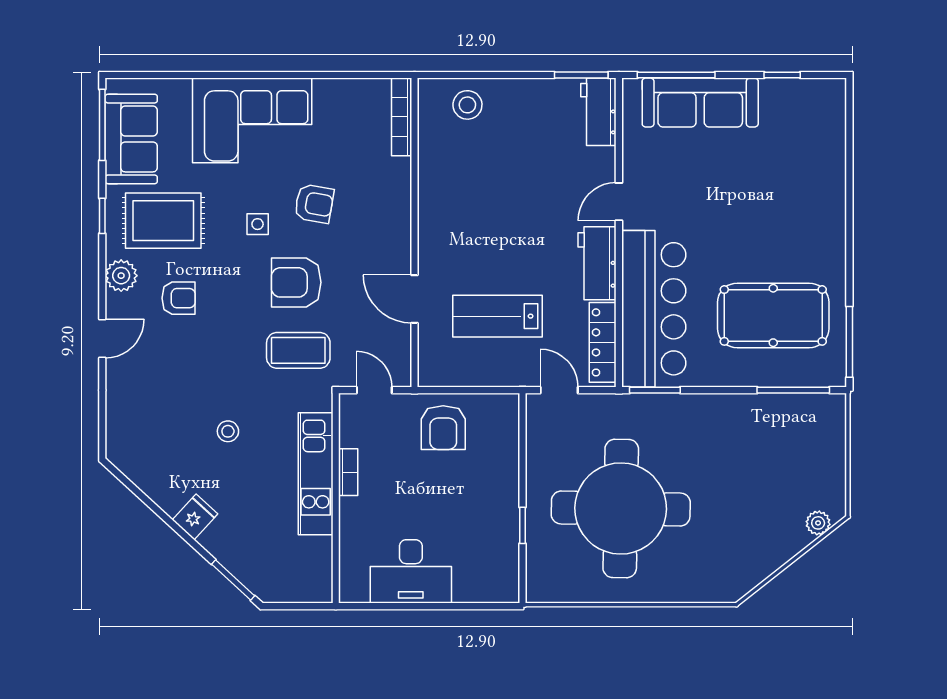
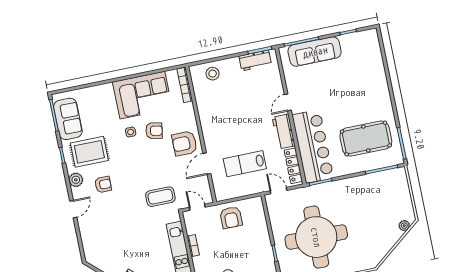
workbench: (598, 112) -> (255, 60), moved, turned -90
corner sofa: (252, 120) -> (142, 95), moved
side table: (258, 224) -> (131, 132), moved
armchair: (296, 282) -> (184, 143), moved
door: (415, 299) -> (207, 164), hinge flipped
stool: (228, 431) -> (137, 239), removed

